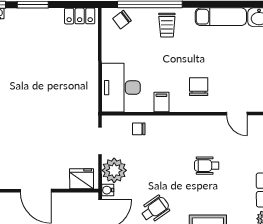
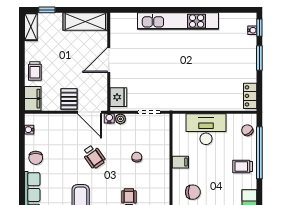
desk: (121, 88) -> (206, 129), moved
chair: (139, 129) -> (137, 157), moved
plant: (114, 170) -> (120, 119), width x0.53, depth x0.53

